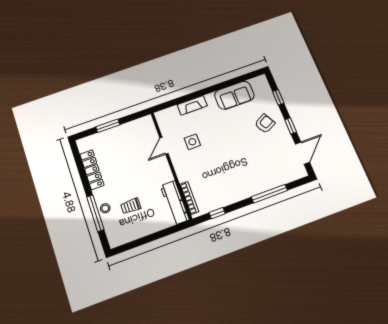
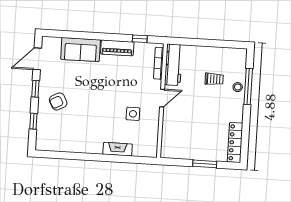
sofa: (234, 95) -> (81, 50), moved, turned 180
door: (164, 146) -> (162, 98), moved
locker: (92, 170) -> (235, 142), moved
window: (269, 194) -> (85, 35), removed
piano: (234, 195) -> (117, 48), added

